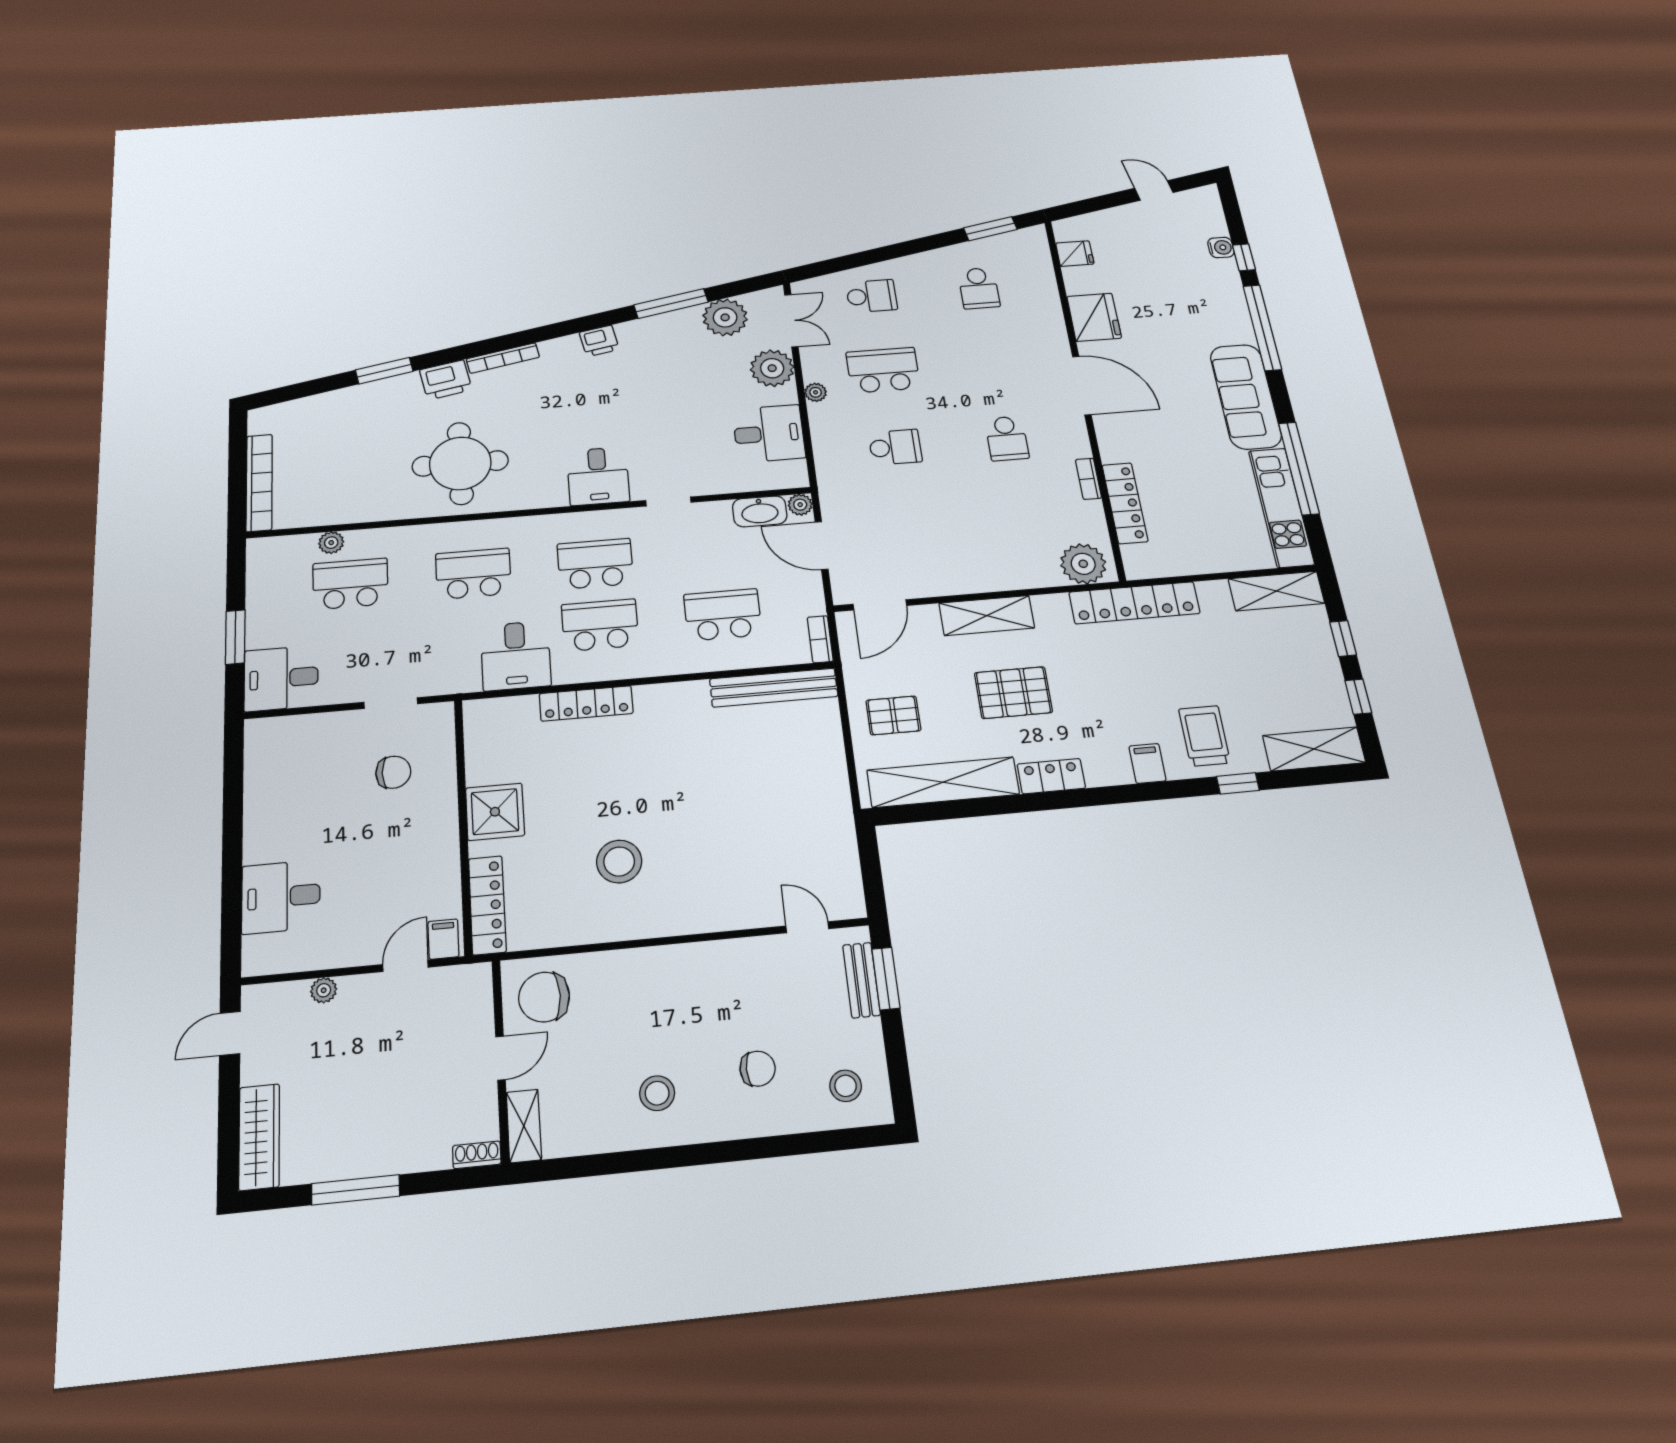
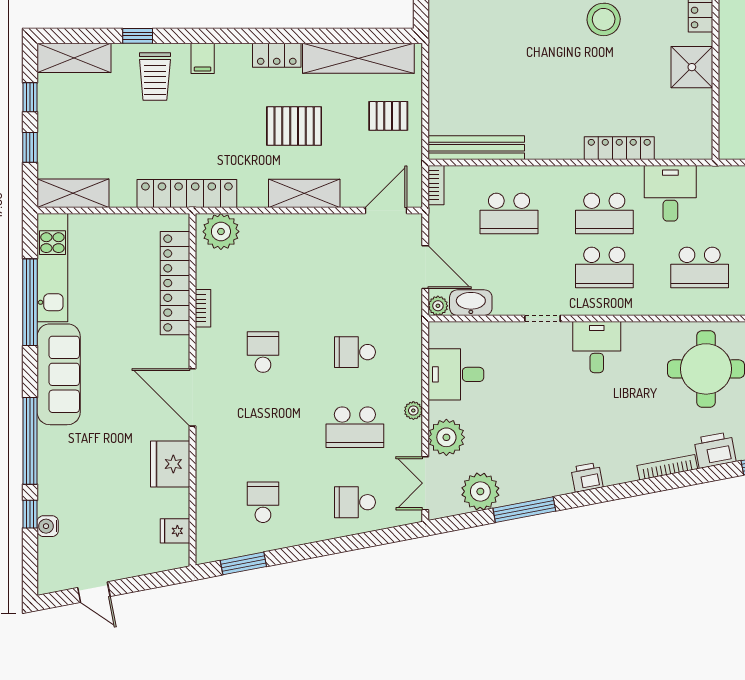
locker: (1125, 503) -> (175, 283), width x1.41, depth x1.21

